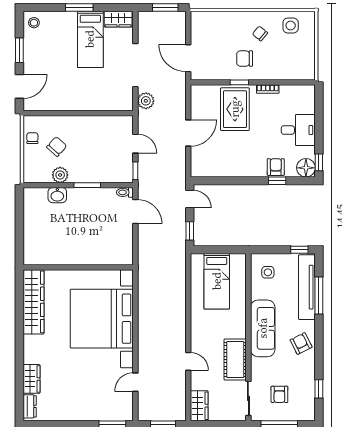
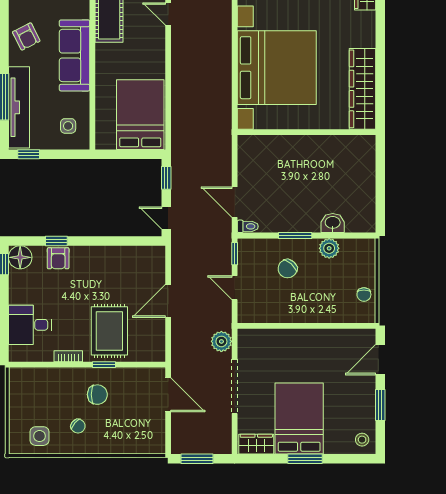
bed: (90, 39) -> (299, 419), width x1.50
desk: (298, 130) -> (30, 325), moved
chair: (57, 147) -> (288, 269), moved
bed: (217, 281) -> (140, 115), width x1.50

